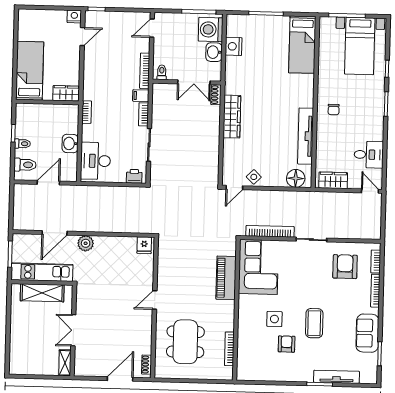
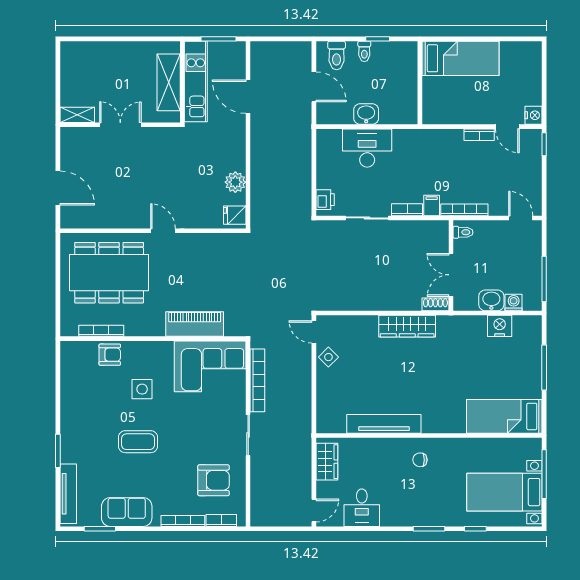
washing machine: (211, 30) -> (514, 302), width x0.53, depth x0.53
wardrobe: (66, 93) -> (432, 107), removed
bookcase: (87, 112) -> (479, 135), moved
desk: (95, 161) -> (367, 148), moved
floor lamp: (296, 178) -> (328, 412), removed
plant: (86, 243) -> (235, 182), moved
dining table: (185, 342) -> (109, 273), width x1.36, depth x1.24
armchair: (287, 344) -> (110, 355), moved
shoe rack: (147, 365) -> (78, 222), removed
tv unit: (337, 377) -> (68, 494), moved

